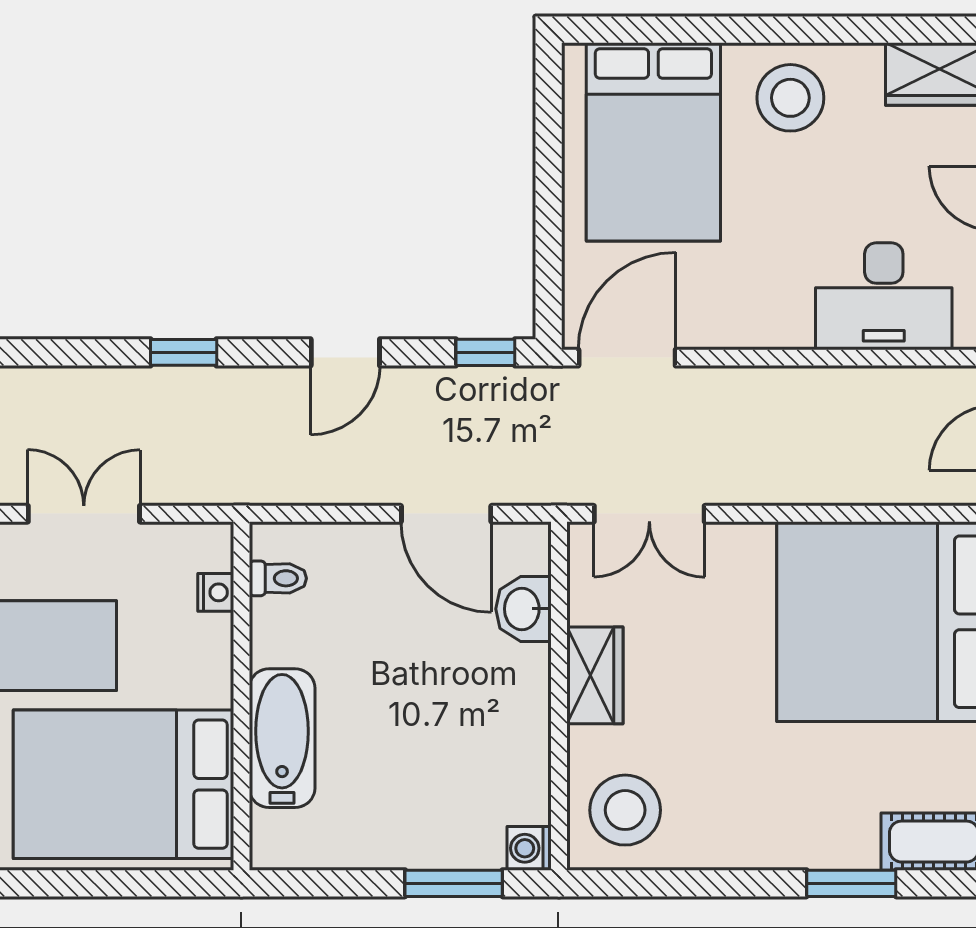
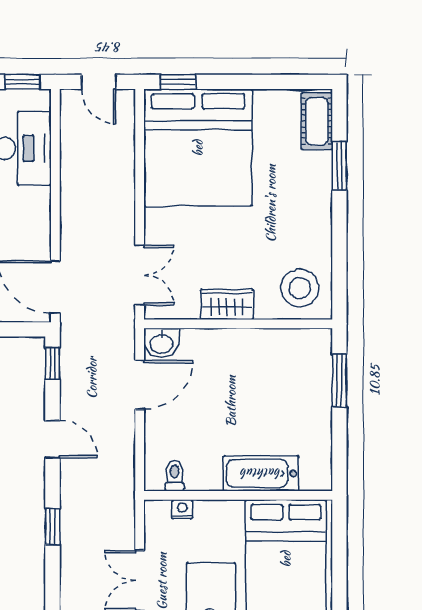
washbasin: (523, 609) -> (162, 343), moved
washing machine: (529, 848) -> (320, 340), removed

